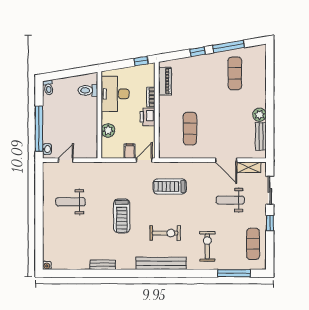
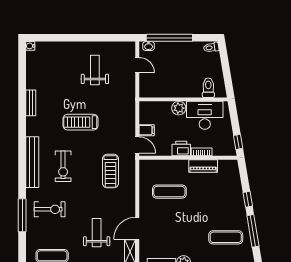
piano: (165, 81) -> (203, 166), moved
plant: (108, 130) -> (179, 108), moved
treadmill: (170, 186) -> (110, 171), turned 180
window: (234, 273) -> (22, 215), moved

